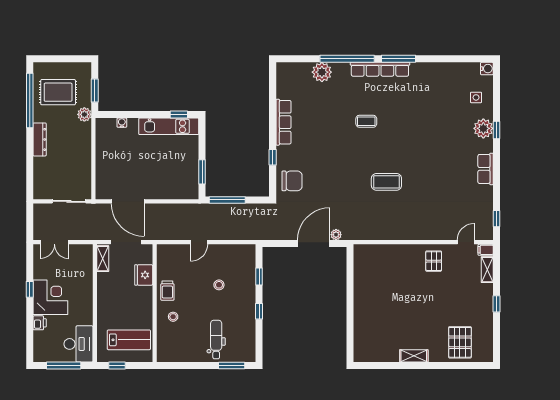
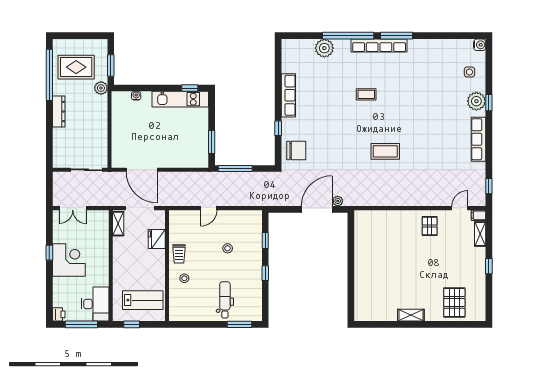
row of seats: (486, 169) -> (478, 139), width x1.48
printer: (40, 323) -> (59, 314), moved

